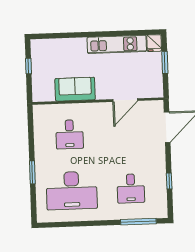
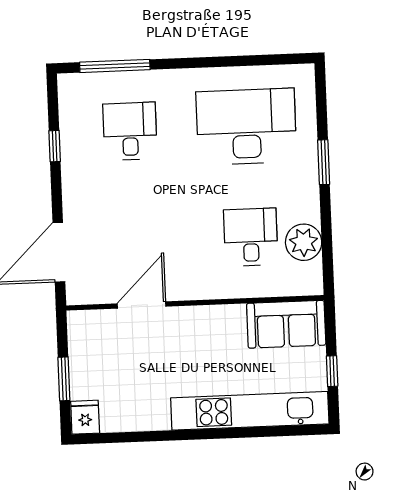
kitchen unit: (117, 44) -> (250, 411), moved, width x1.36
sofa: (75, 89) -> (286, 324), moved
plant: (43, 132) -> (304, 242), added

